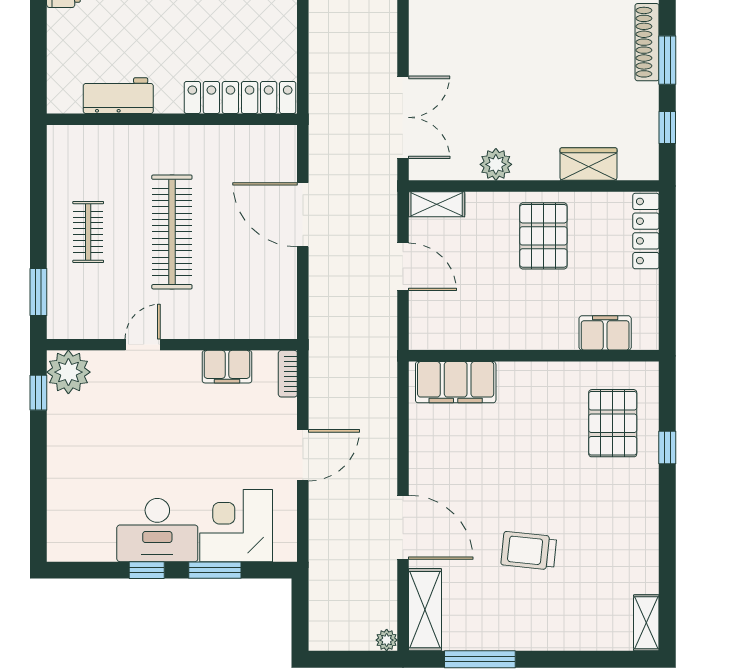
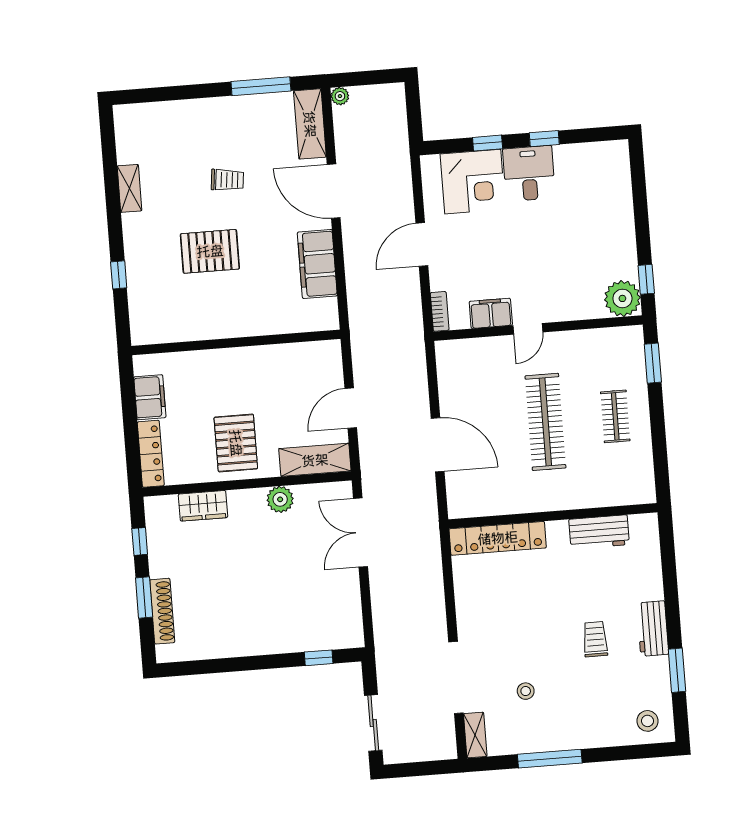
shelving: (437, 204) -> (315, 460), width x1.50, depth x1.33
door: (403, 267) -> (351, 408), hinge flipped
filing cabinet: (605, 333) -> (150, 397), moved, turned -90
door: (143, 345) -> (528, 329), moved
filing cabinet: (456, 382) -> (317, 264), moved, turned -90
pallet: (613, 423) -> (210, 251), moved, turned 90
desk: (157, 530) -> (529, 173), width x0.73
trolley: (529, 551) -> (227, 180), width x0.73, depth x0.72
window: (215, 570) -> (488, 143), width x0.67
shelving: (646, 623) -> (129, 188), moved

